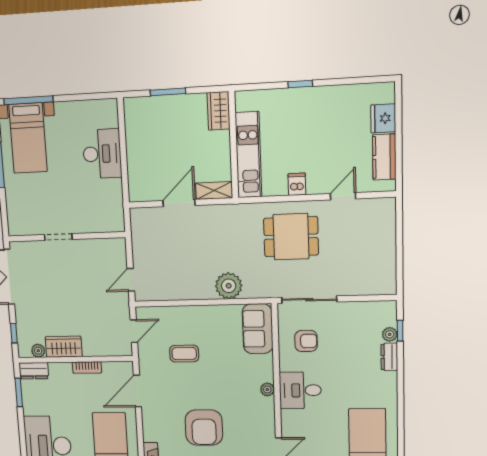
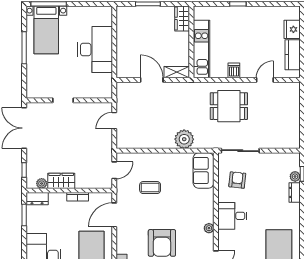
desk: (102, 154) -> (95, 49), width x1.36, depth x1.30
door: (179, 203) -> (152, 80), hinge flipped
door: (131, 280) -> (114, 121), moved
armchair: (306, 341) -> (237, 180), turned -84
plant: (267, 389) -> (209, 228), moved

